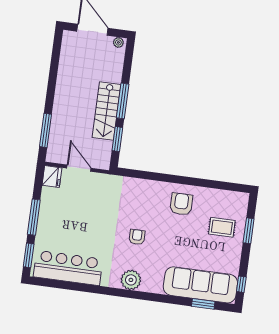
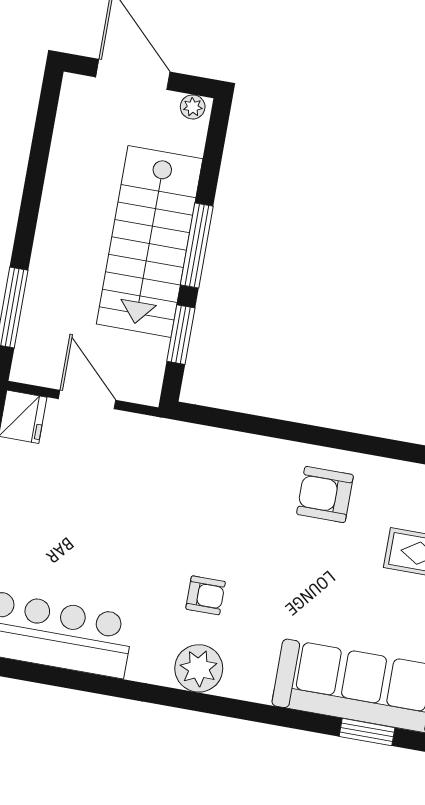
stairs: (106, 111) -> (150, 241), width x1.36, depth x1.51
armchair: (181, 204) -> (325, 495), turned -90
armchair: (137, 237) -> (206, 595), moved, turned 90

